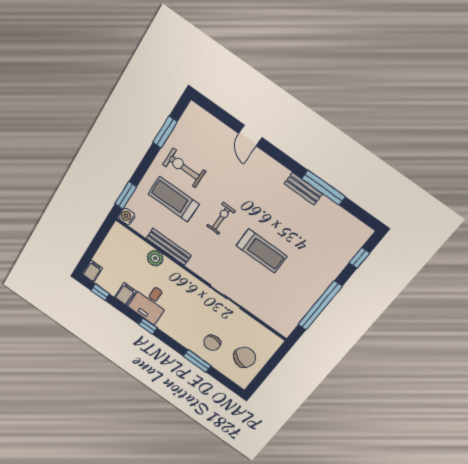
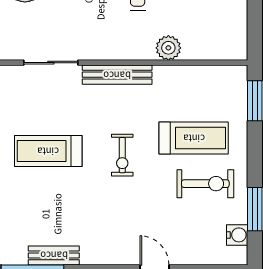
water cooler: (127, 216) -> (237, 235), moved
bench: (169, 247) -> (117, 75), moved

